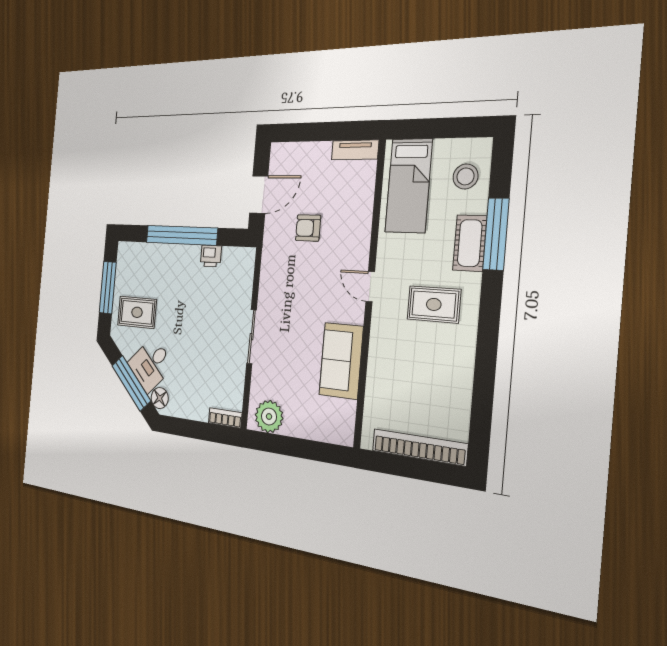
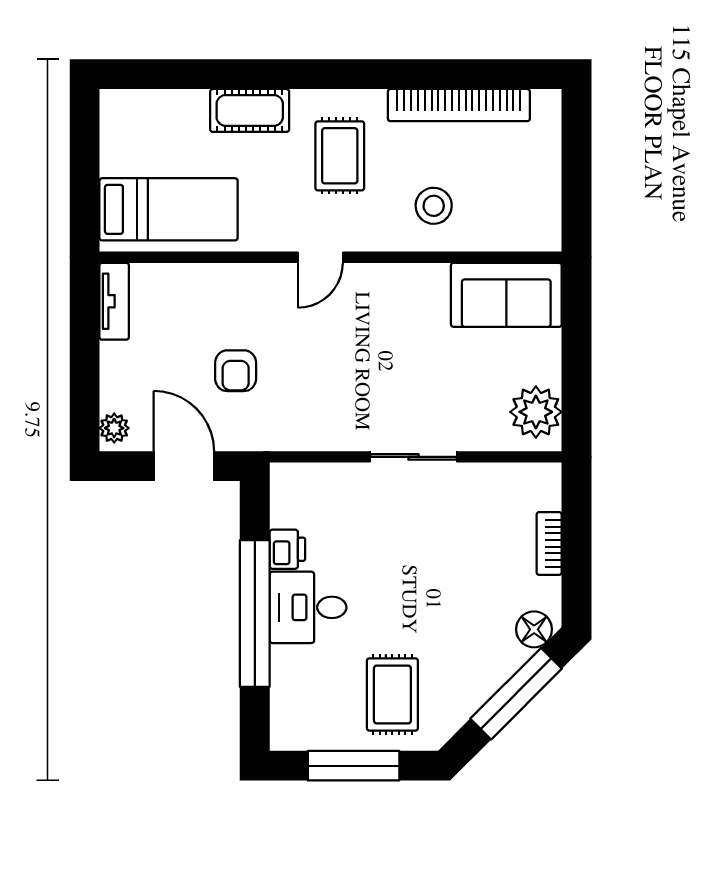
plant: (283, 151) -> (114, 428), added
stool: (466, 176) -> (434, 206), moved
window: (496, 234) -> (236, 74), removed
sofa: (341, 361) -> (506, 295), moved
desk: (151, 365) -> (308, 607), moved, turned 135
bookcase: (225, 418) -> (549, 543), moved
bookcase: (419, 447) -> (459, 105), moved, turned -90

